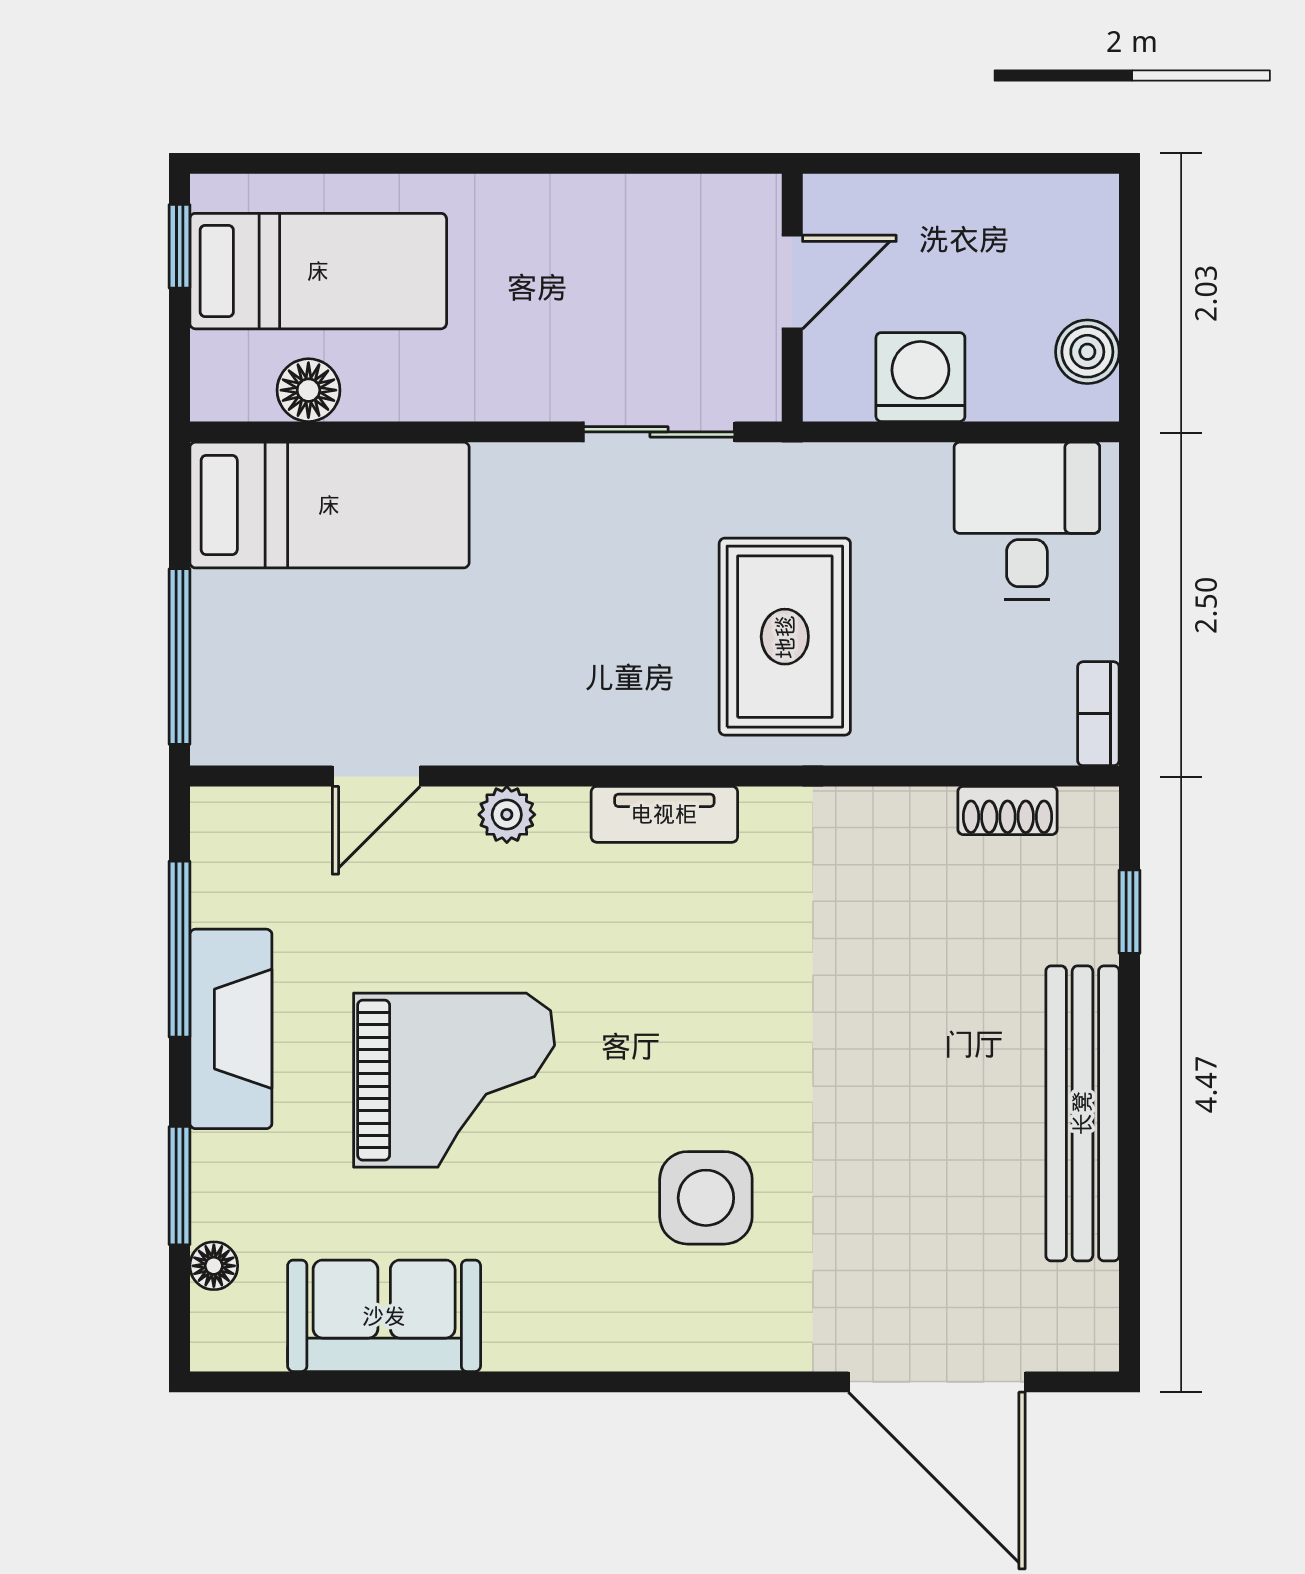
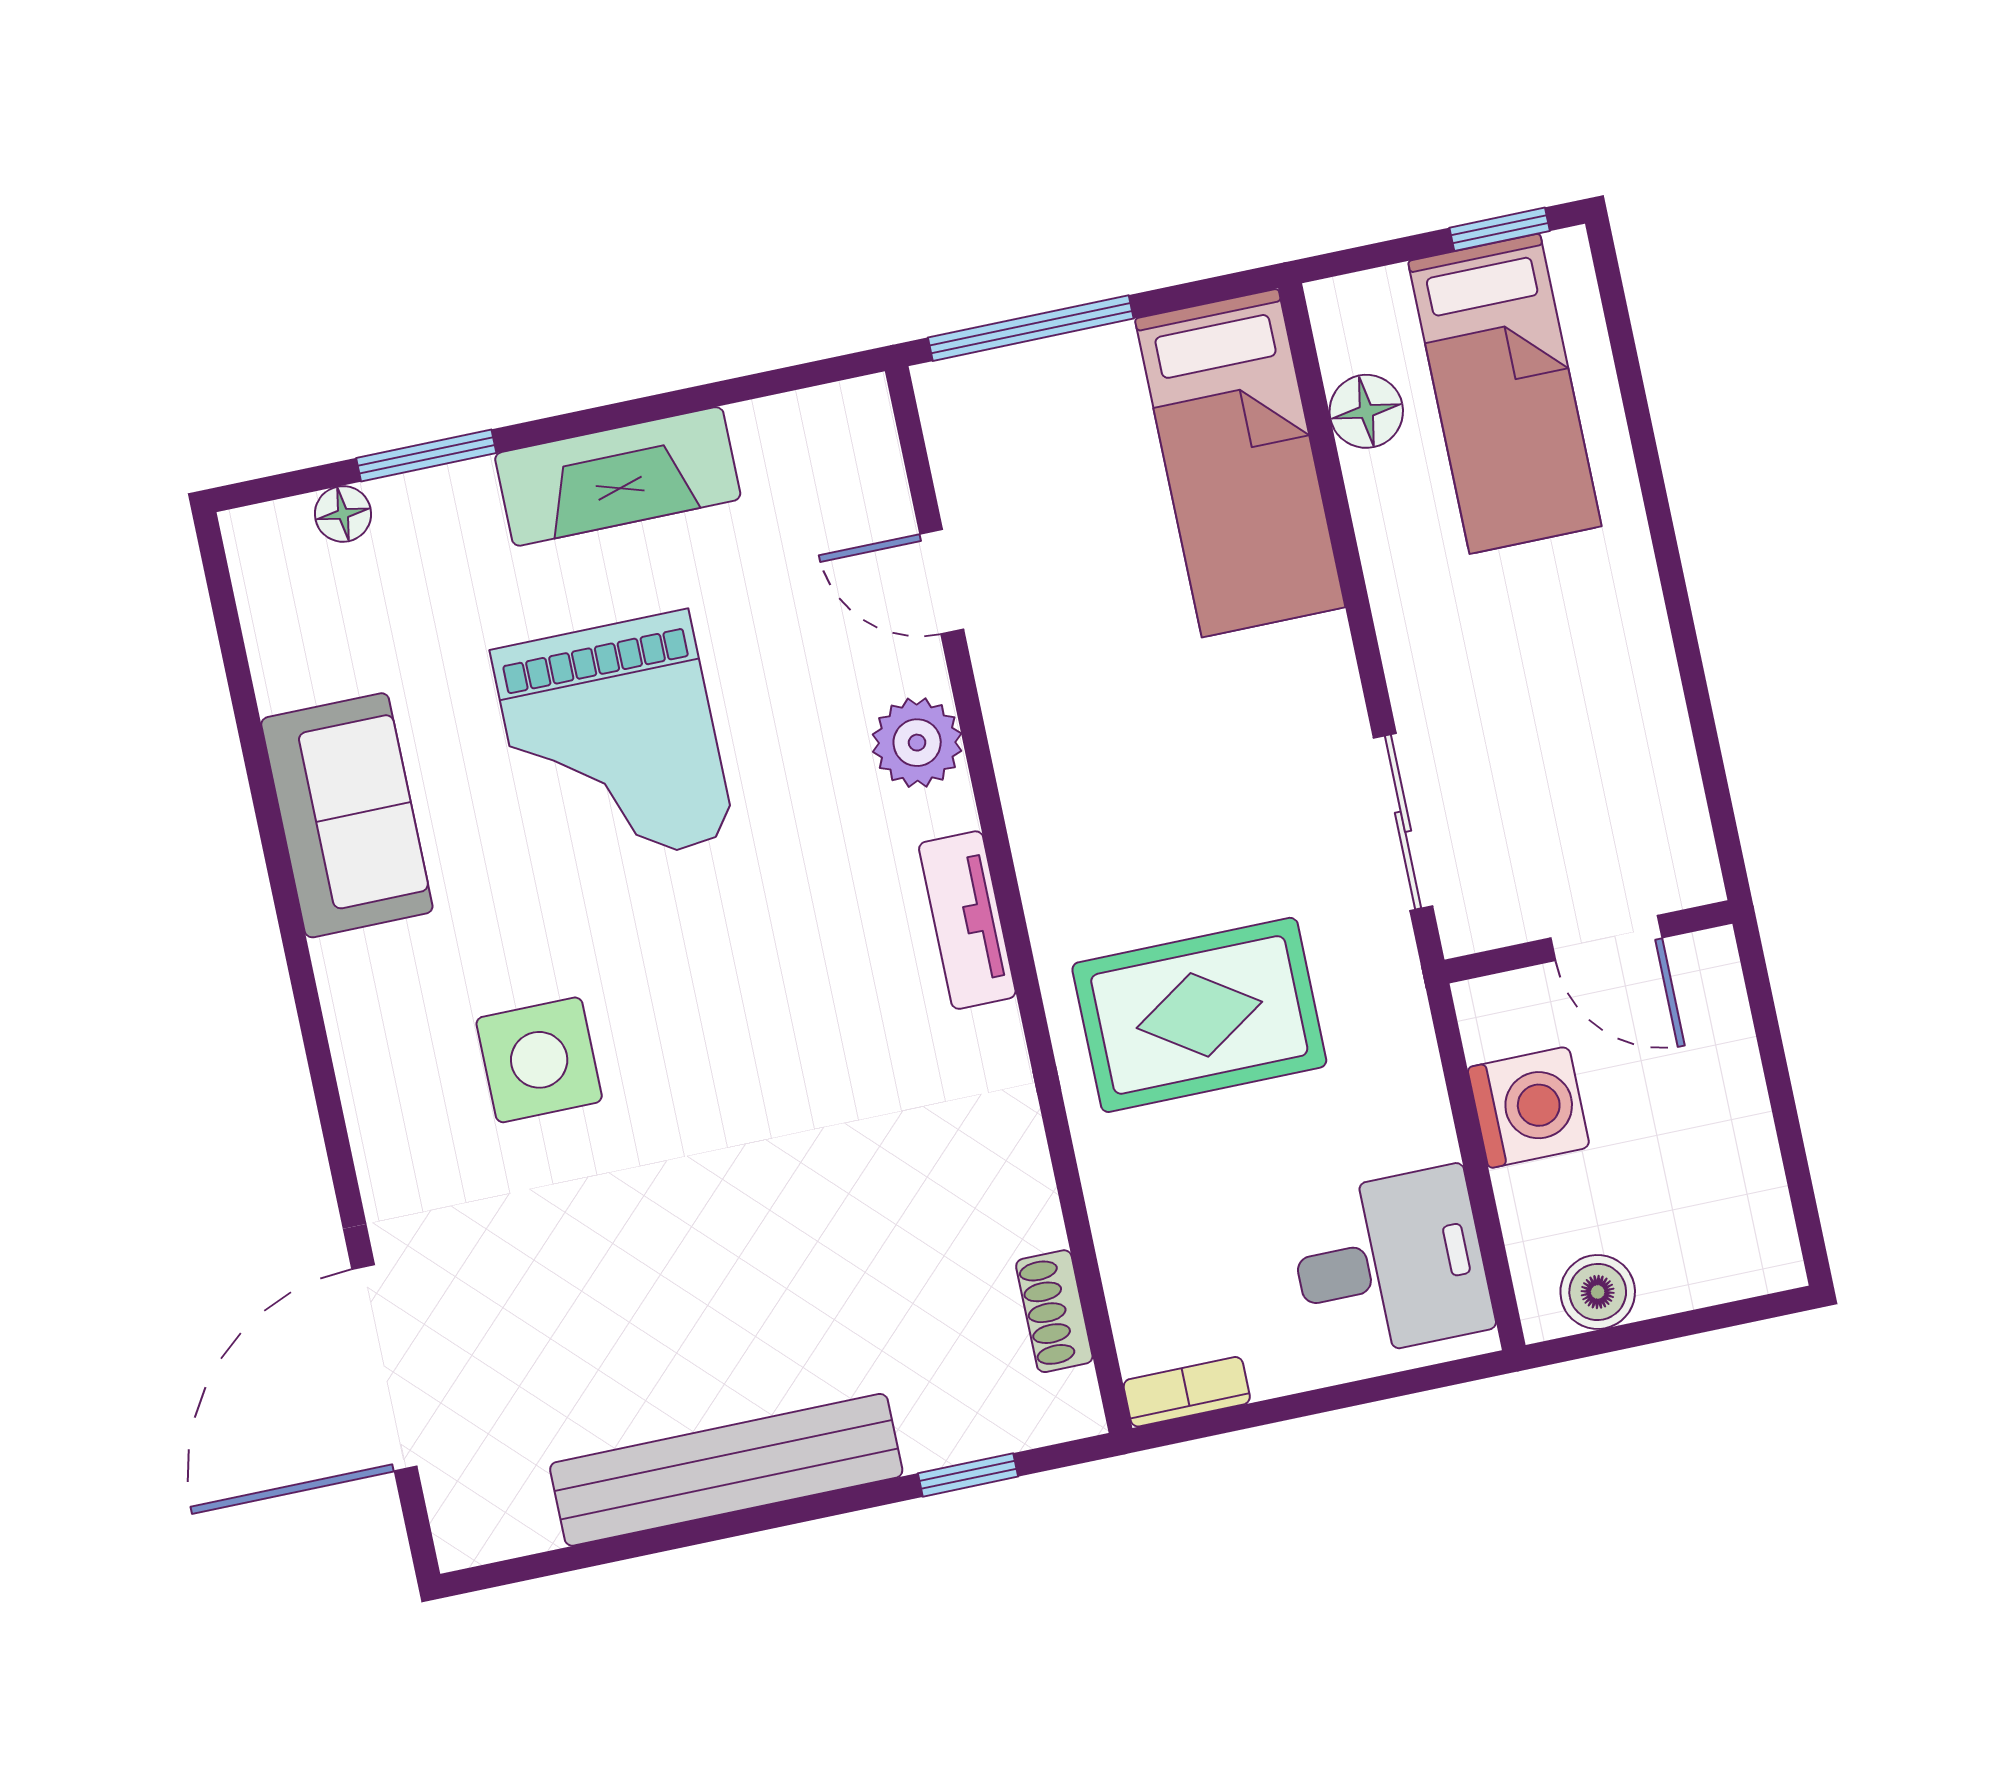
plant: (507, 815) -> (917, 743), width x1.38, depth x1.38
window: (180, 949) -> (697, 399), removed
sofa: (384, 1316) -> (347, 815), moved

